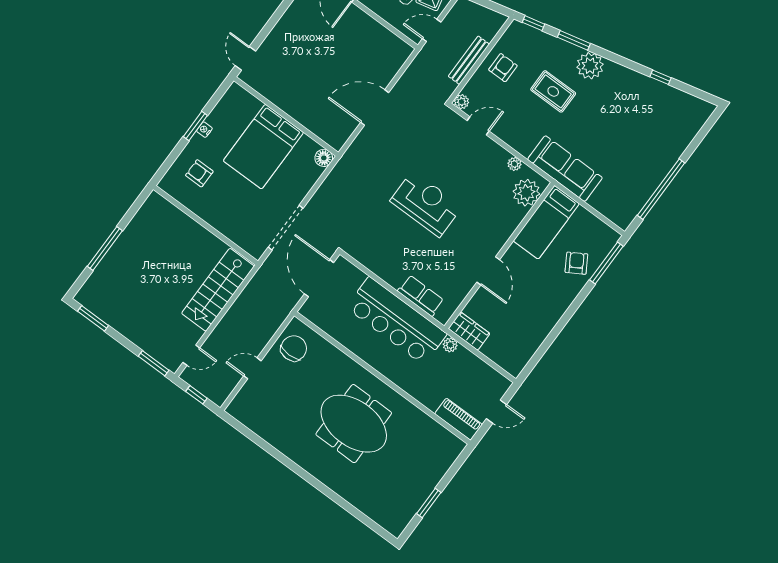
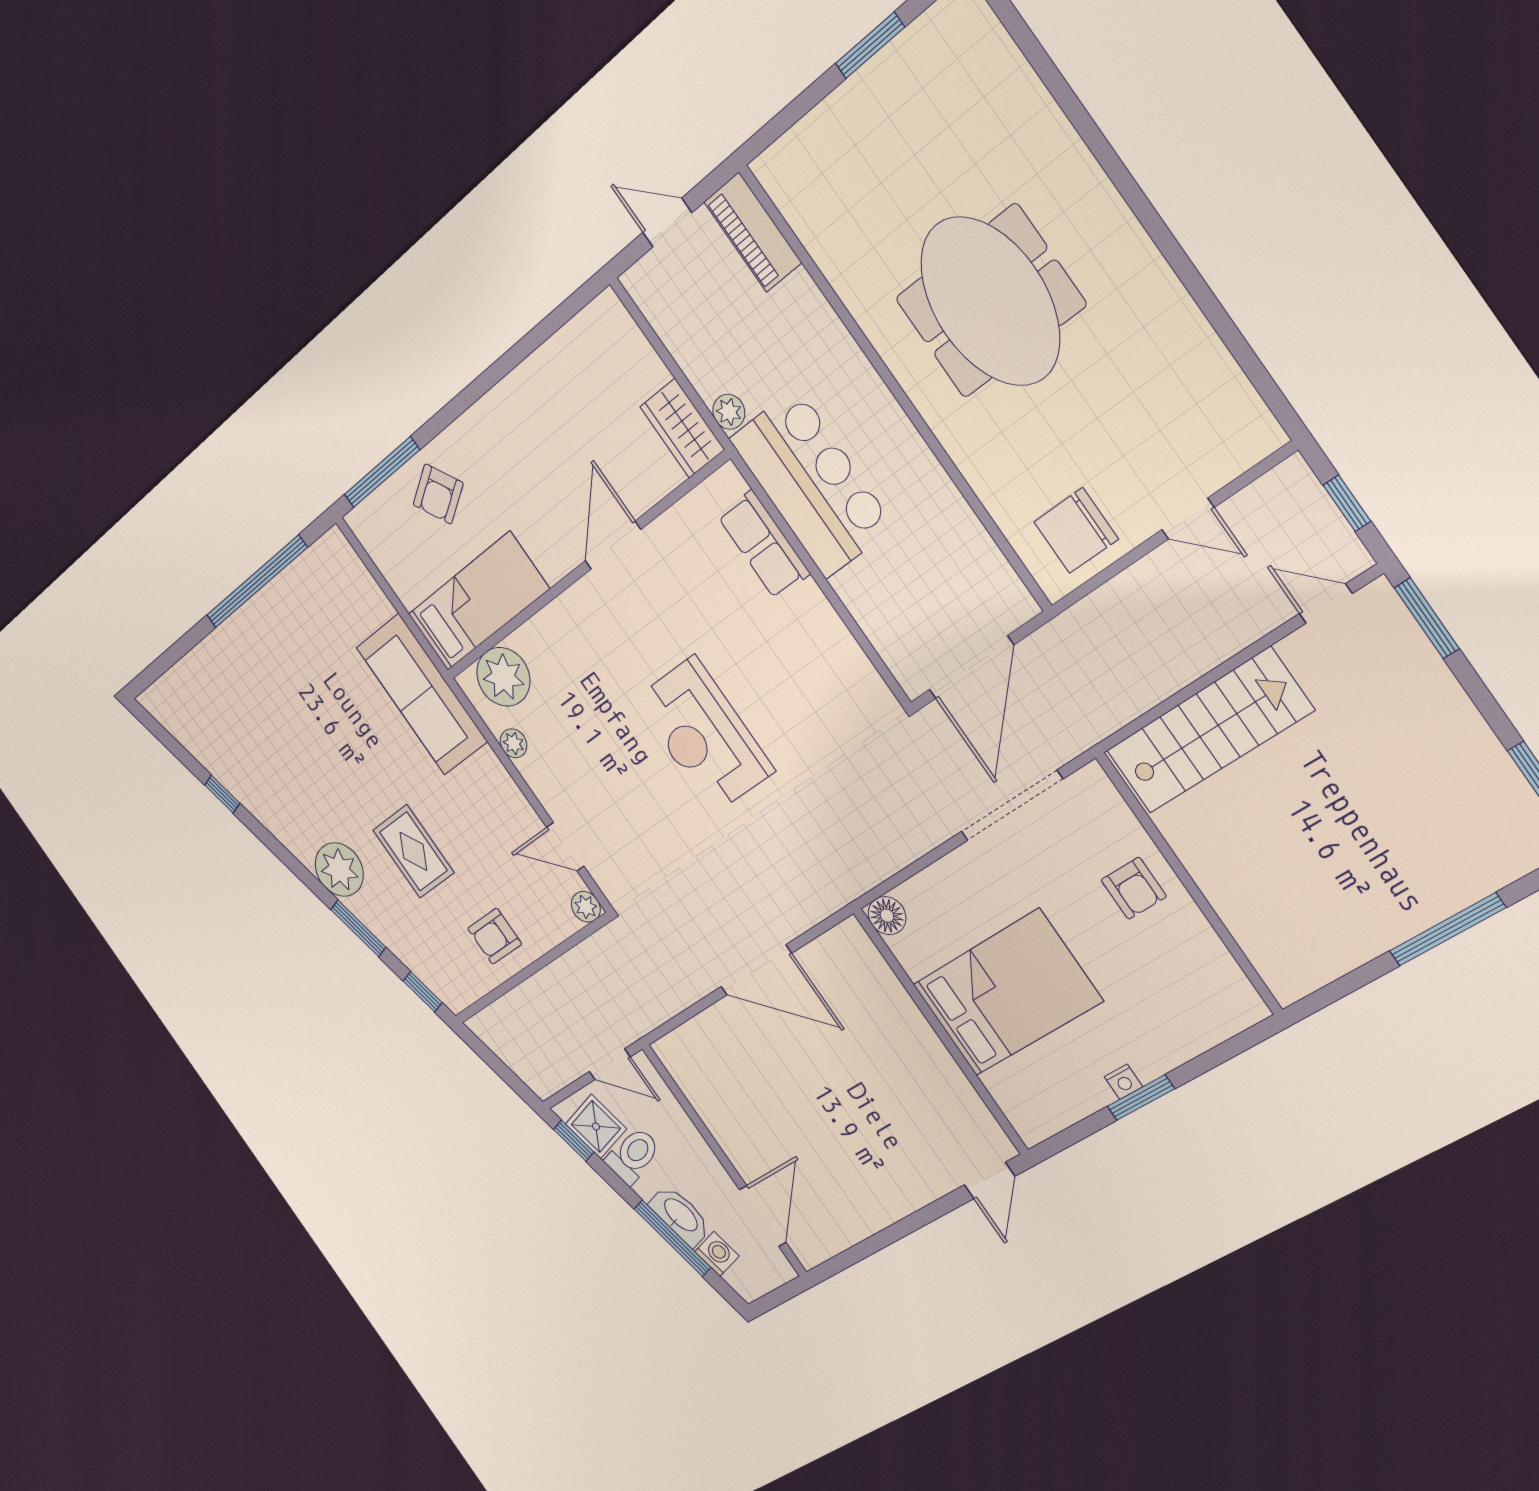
bench: (469, 60) -> (554, 978), removed
armchair: (199, 173) -> (1134, 888), moved
bar counter: (396, 321) -> (811, 483), width x0.73

